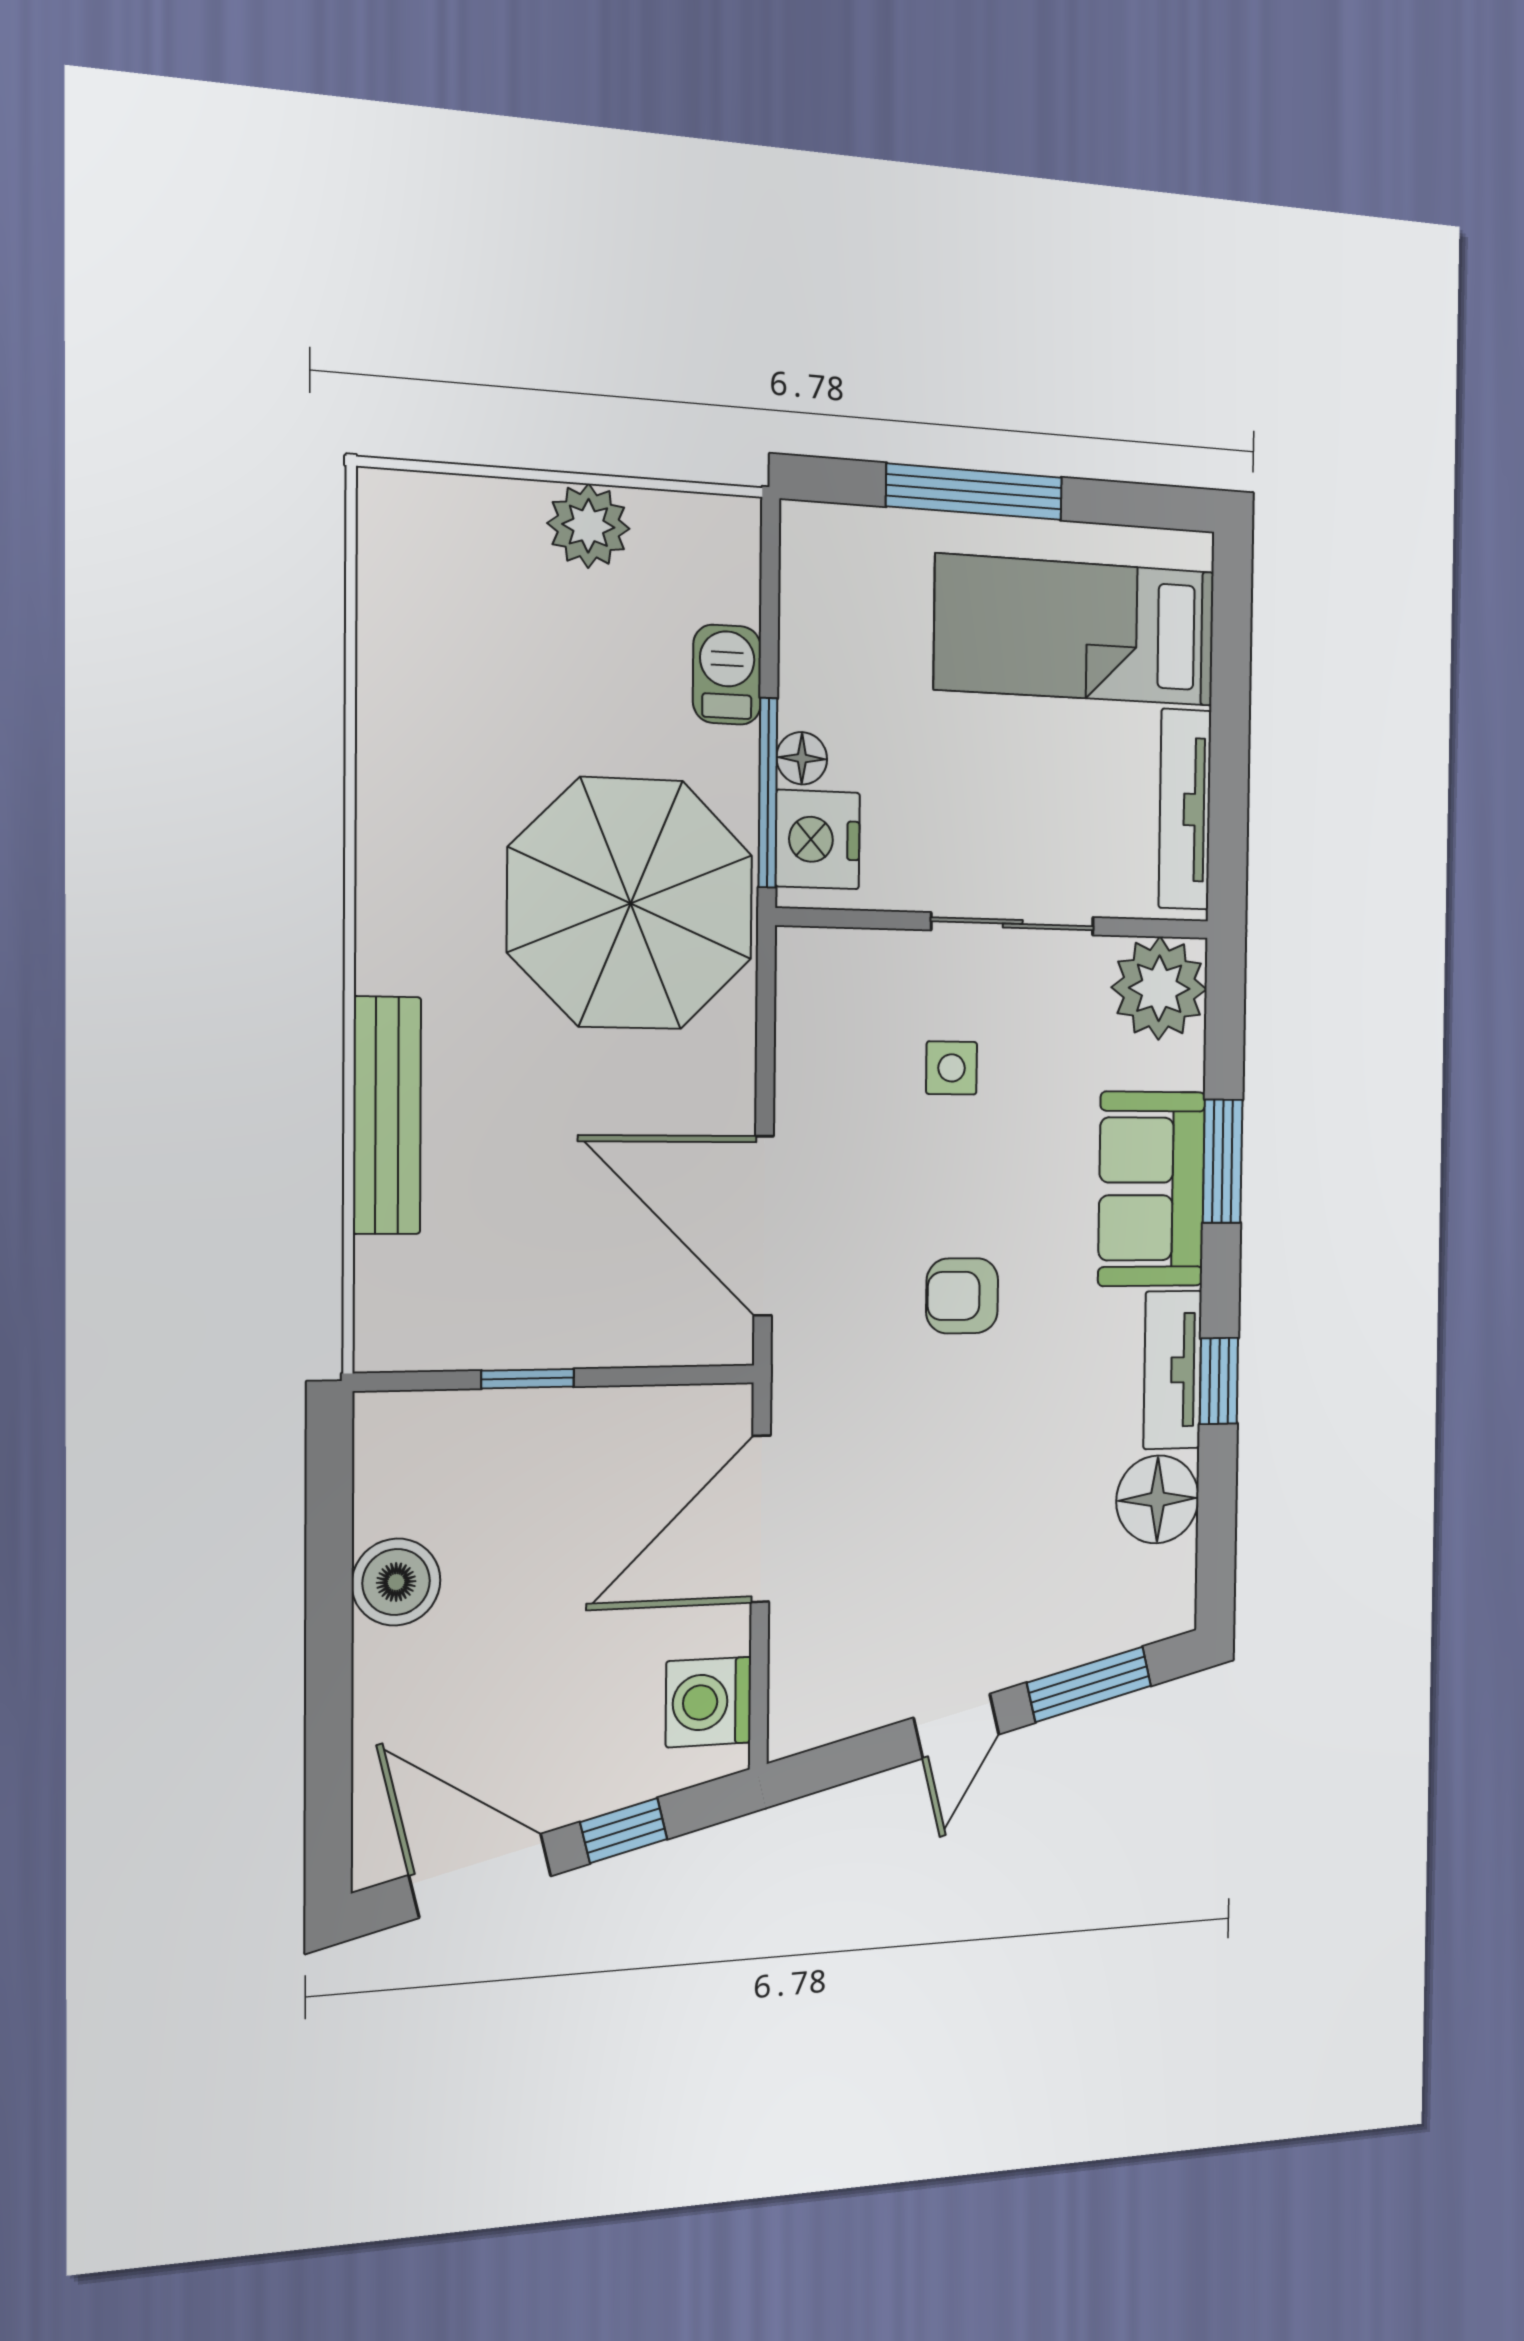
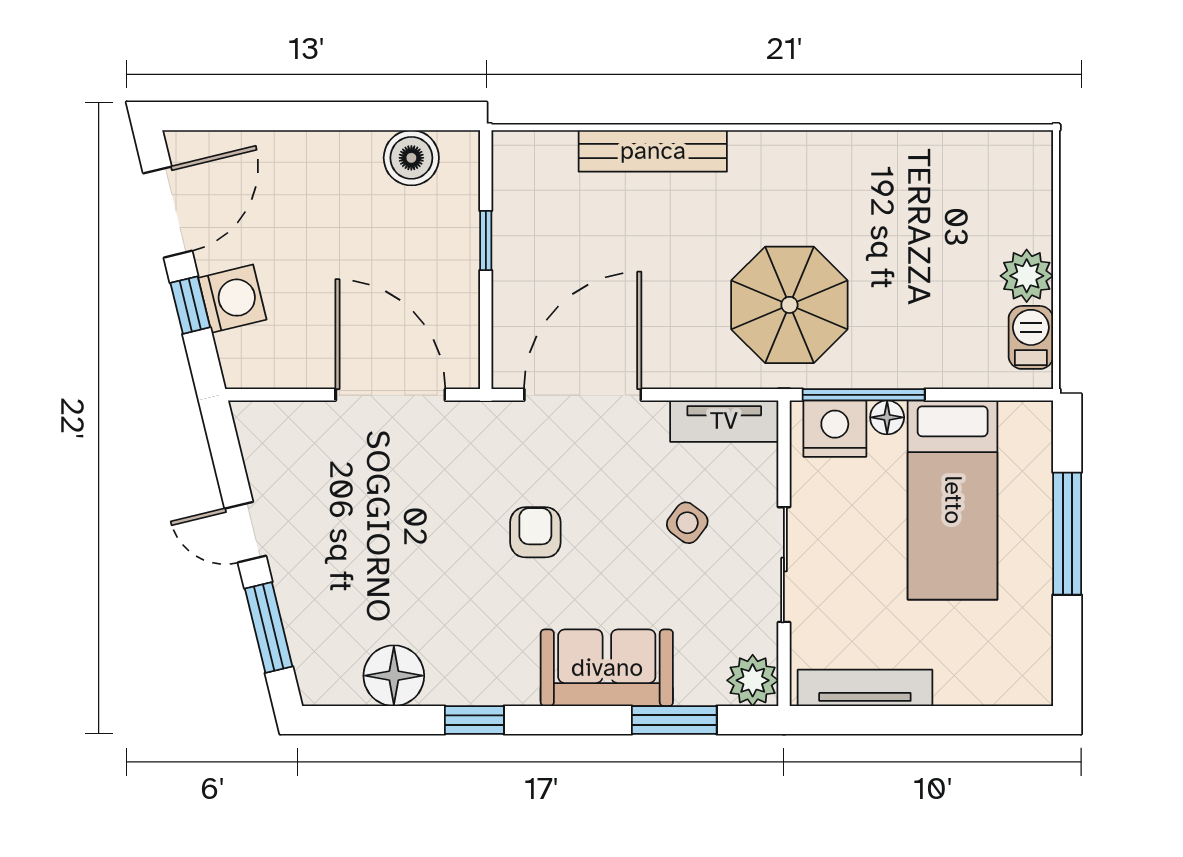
bed: (1076, 630) -> (953, 500), moved, turned 180
barbecue: (727, 675) -> (1031, 337), moved, turned -90
parasol: (631, 903) -> (789, 305), width x0.73, depth x0.73
plant: (1159, 988) -> (753, 680), width x0.73, depth x0.73
side table: (952, 1068) -> (687, 523), turned 37
window: (1223, 1161) -> (674, 720), moved
tv unit: (1173, 1370) -> (724, 421), moved, turned 180
boiler: (396, 1582) -> (411, 158), moved
washing machine: (709, 1702) -> (232, 299), moved, turned 76

